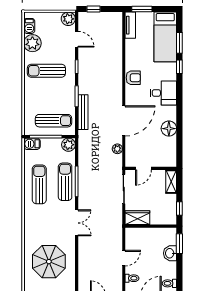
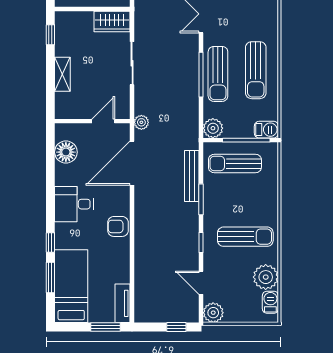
door: (143, 168) -> (103, 121), moved
wall: (151, 168) -> (92, 121), moved

